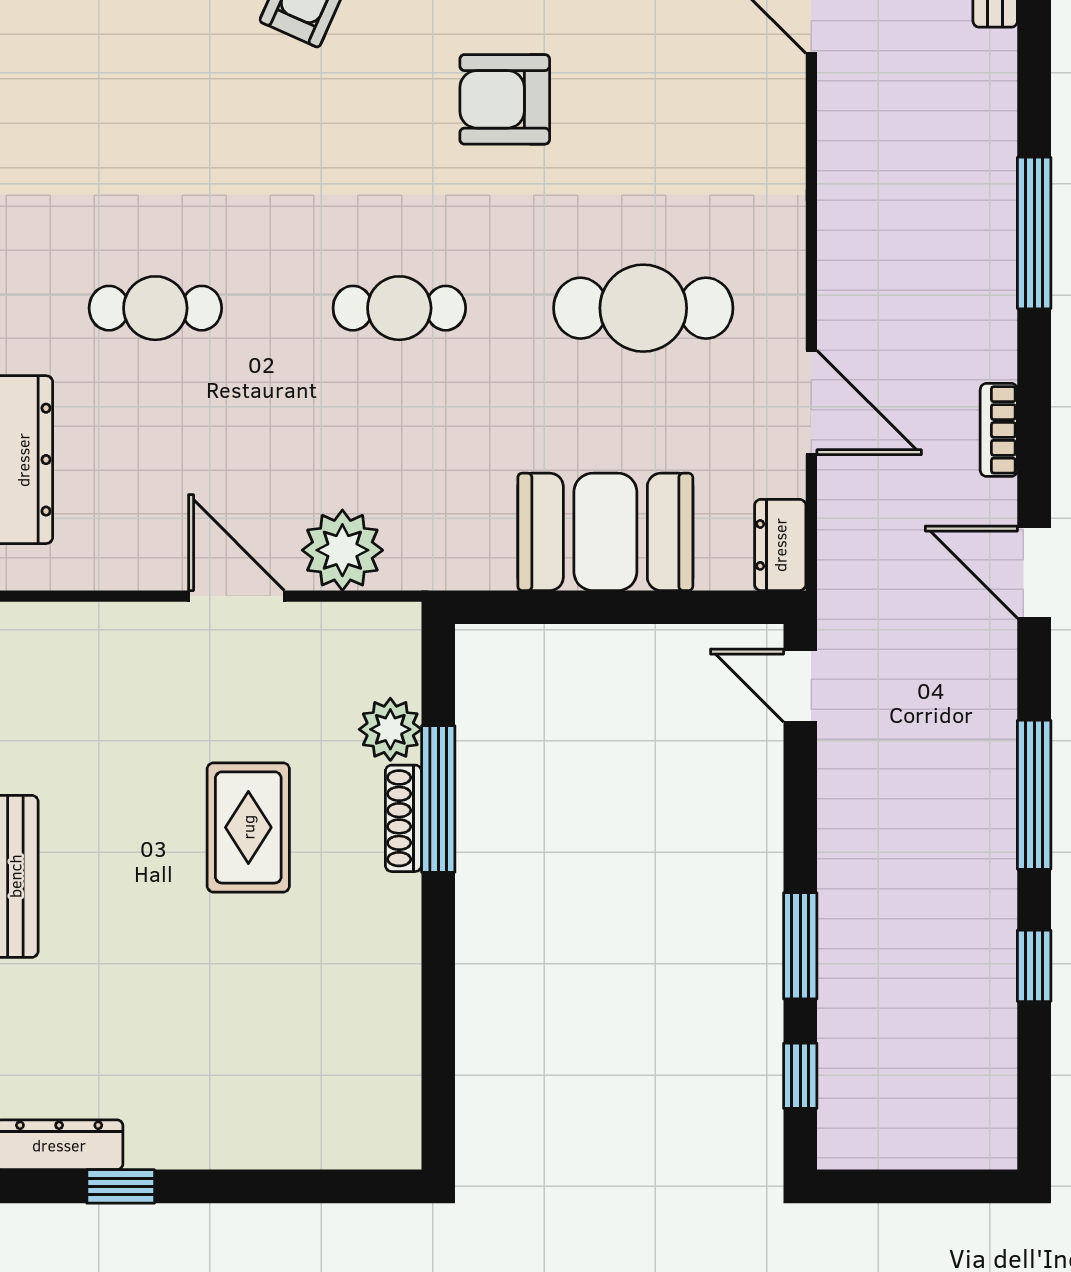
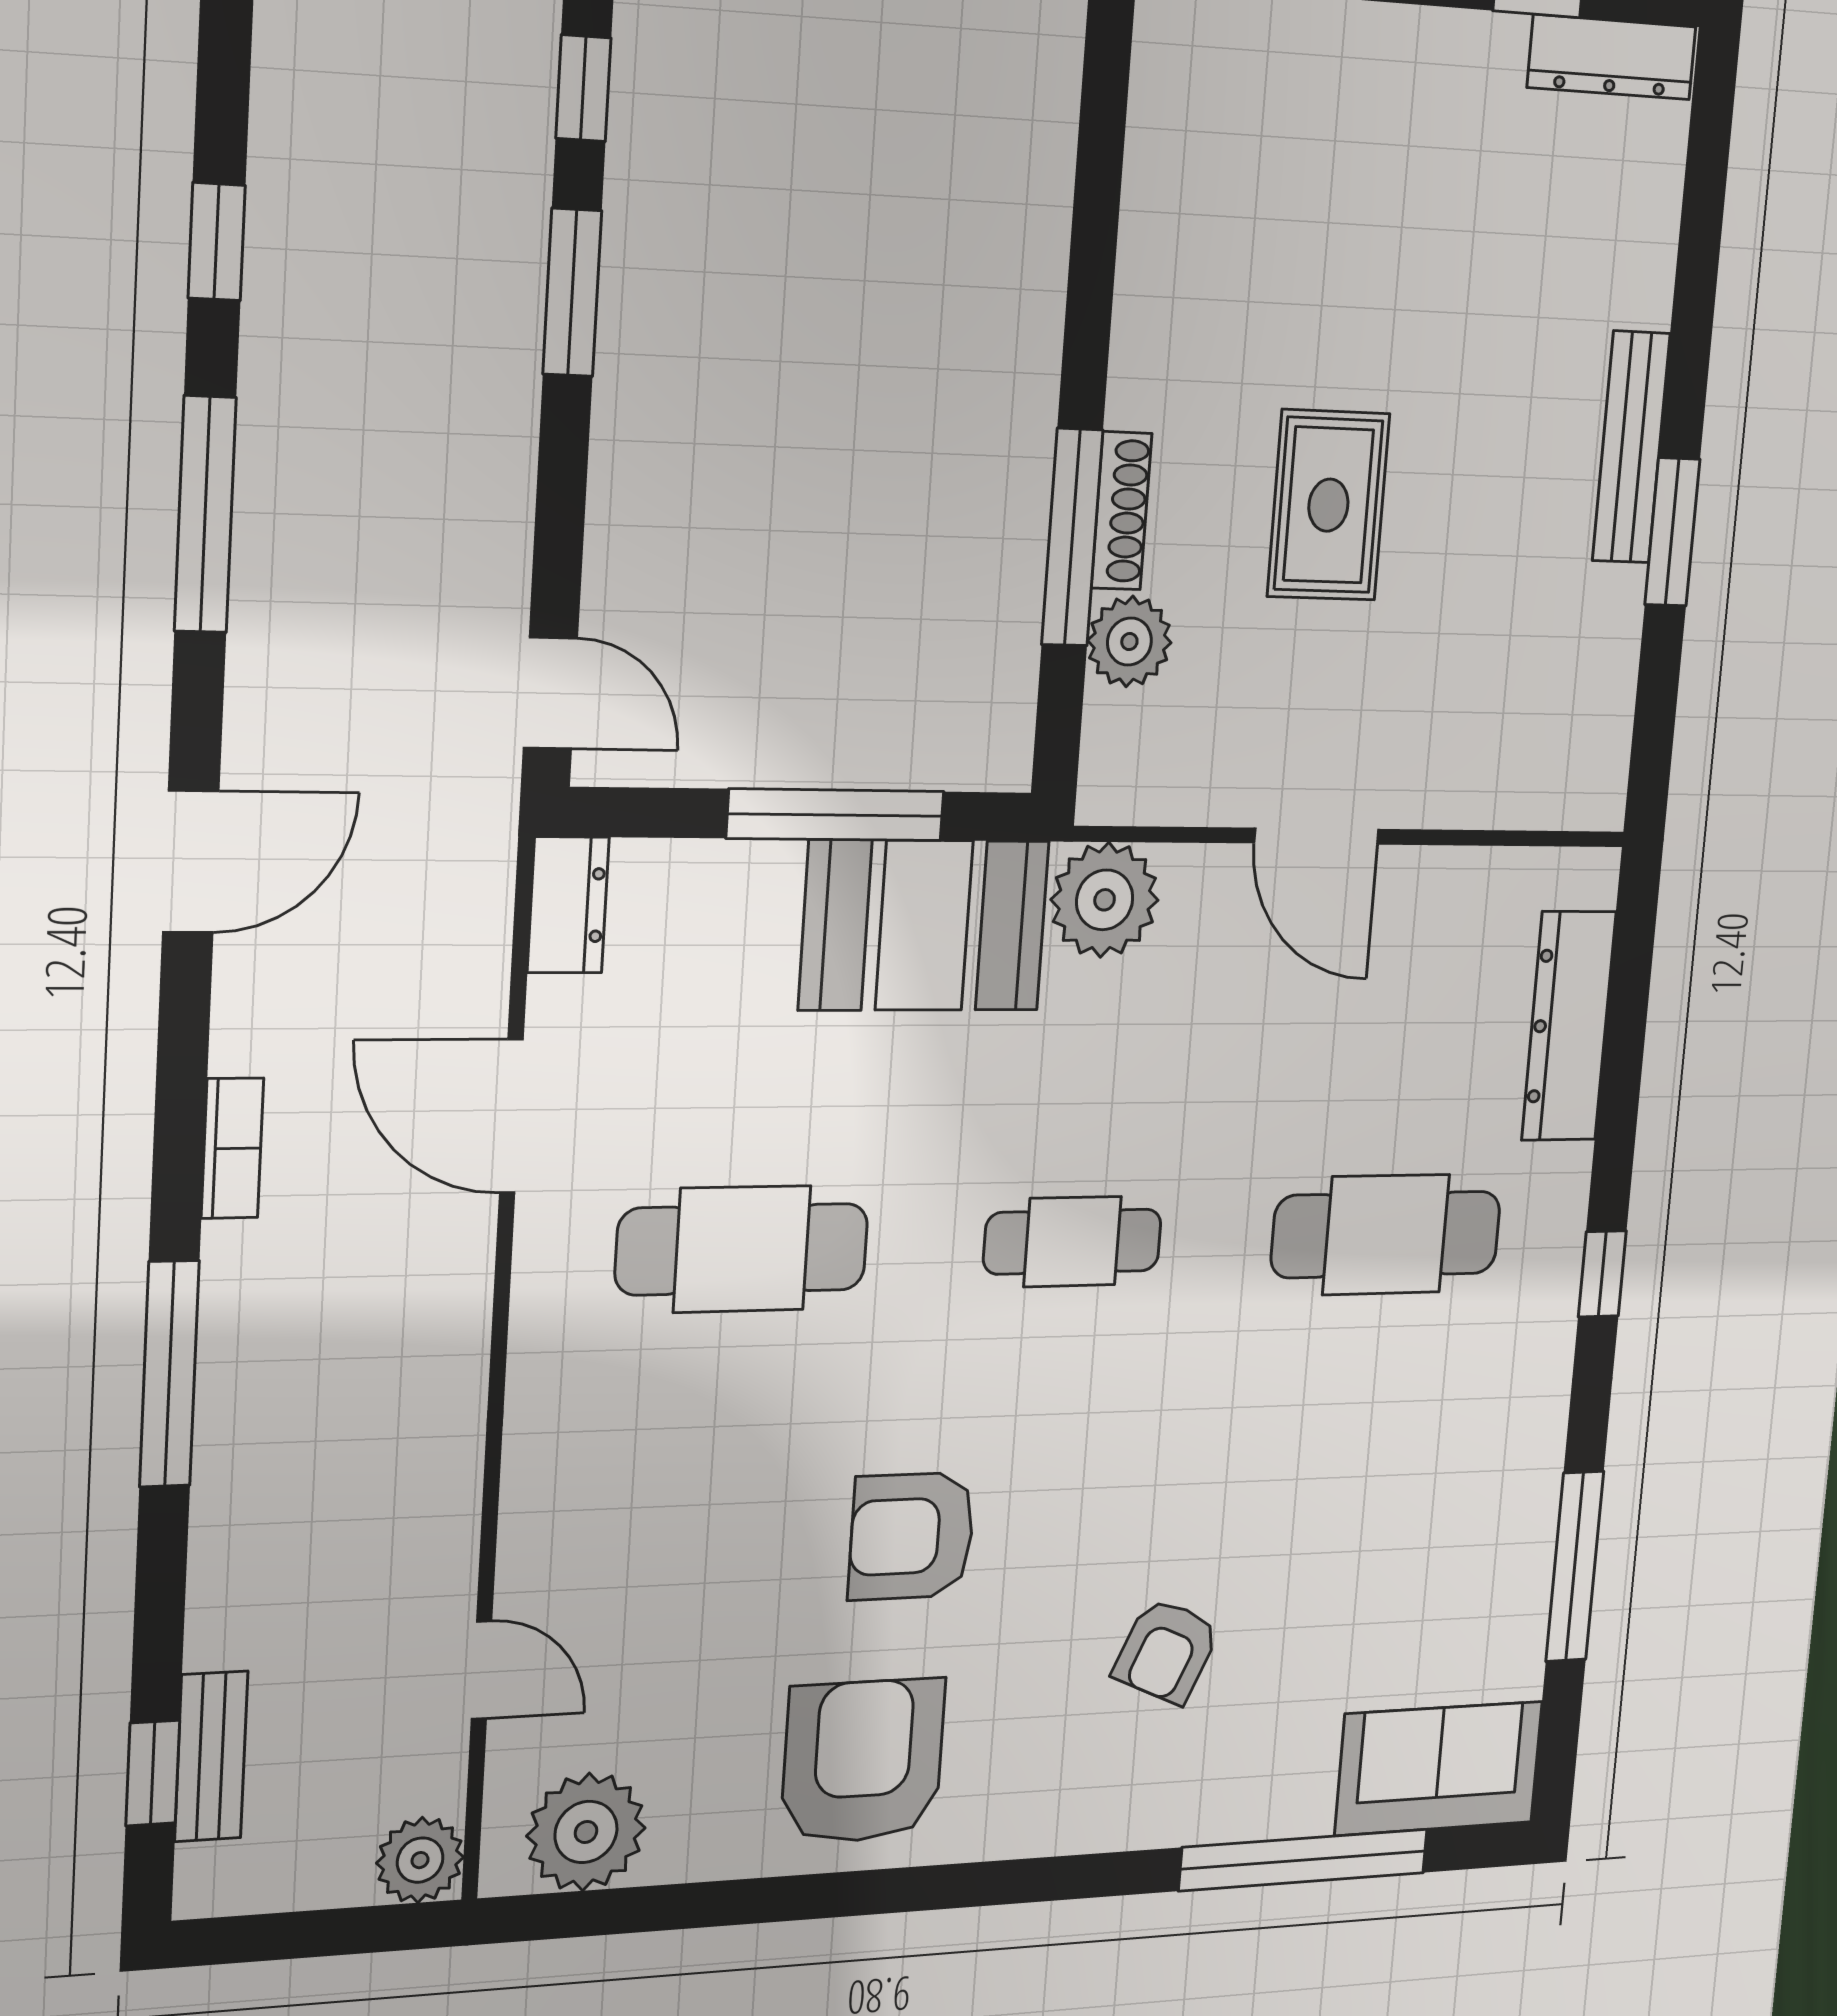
armchair: (505, 99) -> (912, 1536), turned 180
cafe table: (155, 308) -> (1386, 1234), width x1.37, depth x1.35
bookcase: (999, 430) -> (232, 1148), moved
booth: (605, 532) -> (924, 925), moved
plant: (342, 550) -> (1105, 900), moved
door: (1034, 572) -> (191, 862), hinge flipped
window: (596, 607) -> (836, 815), added

